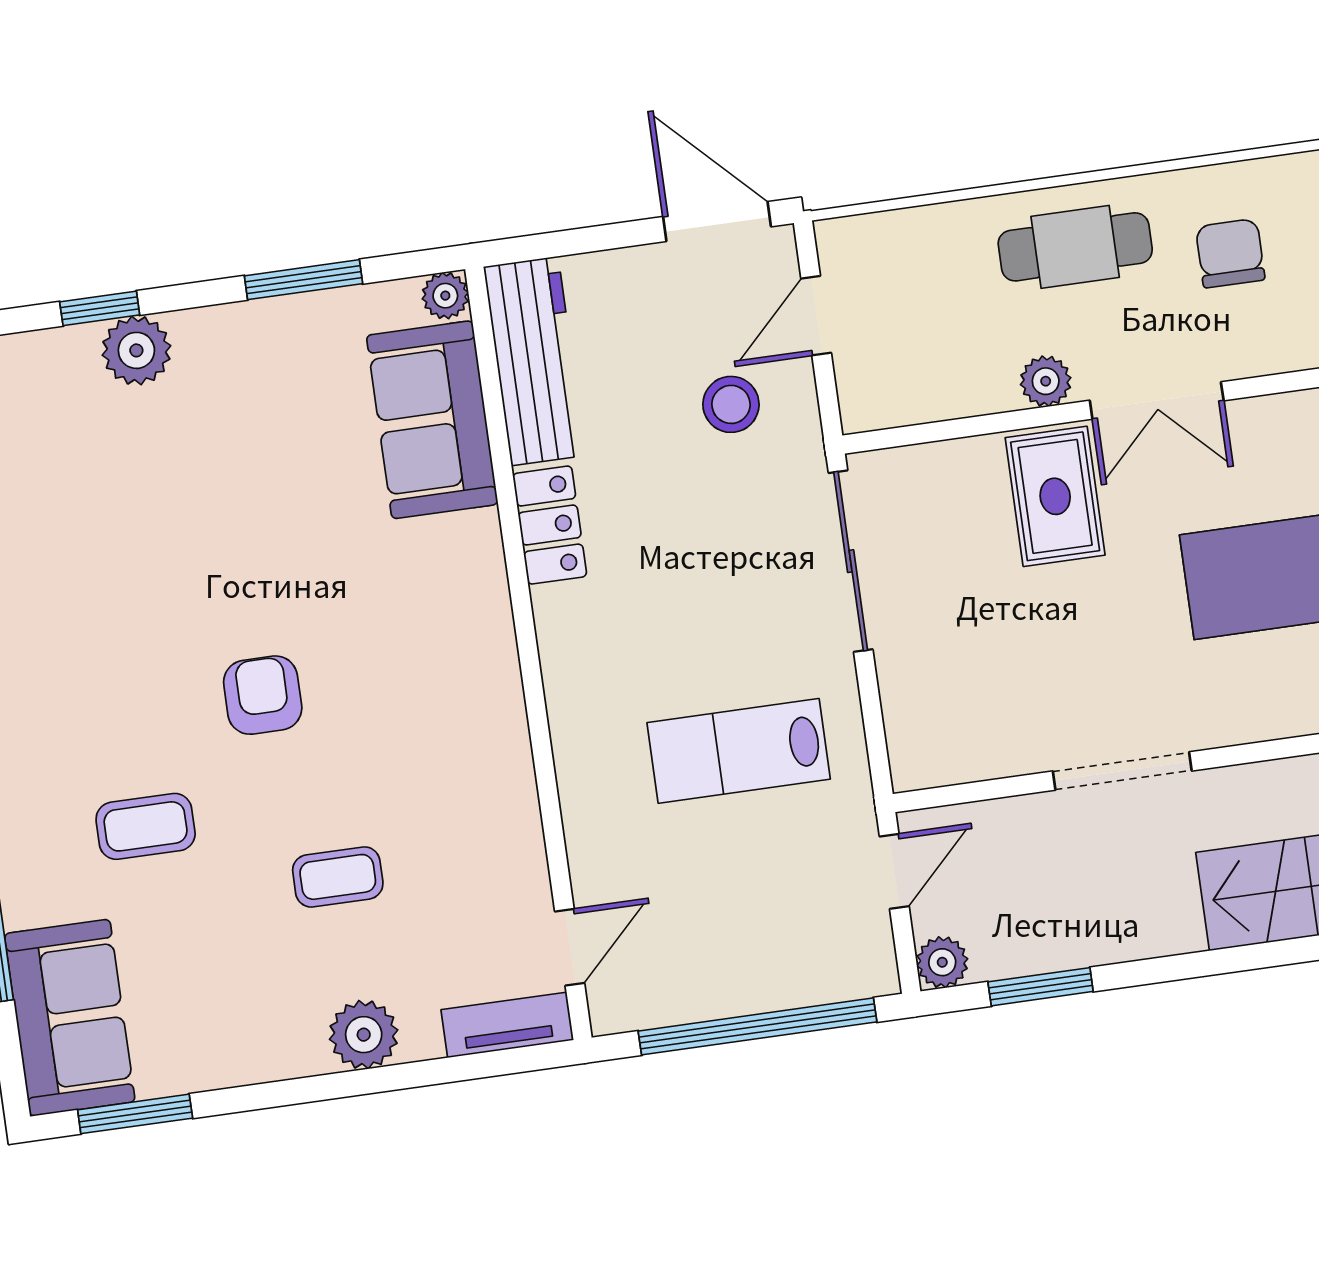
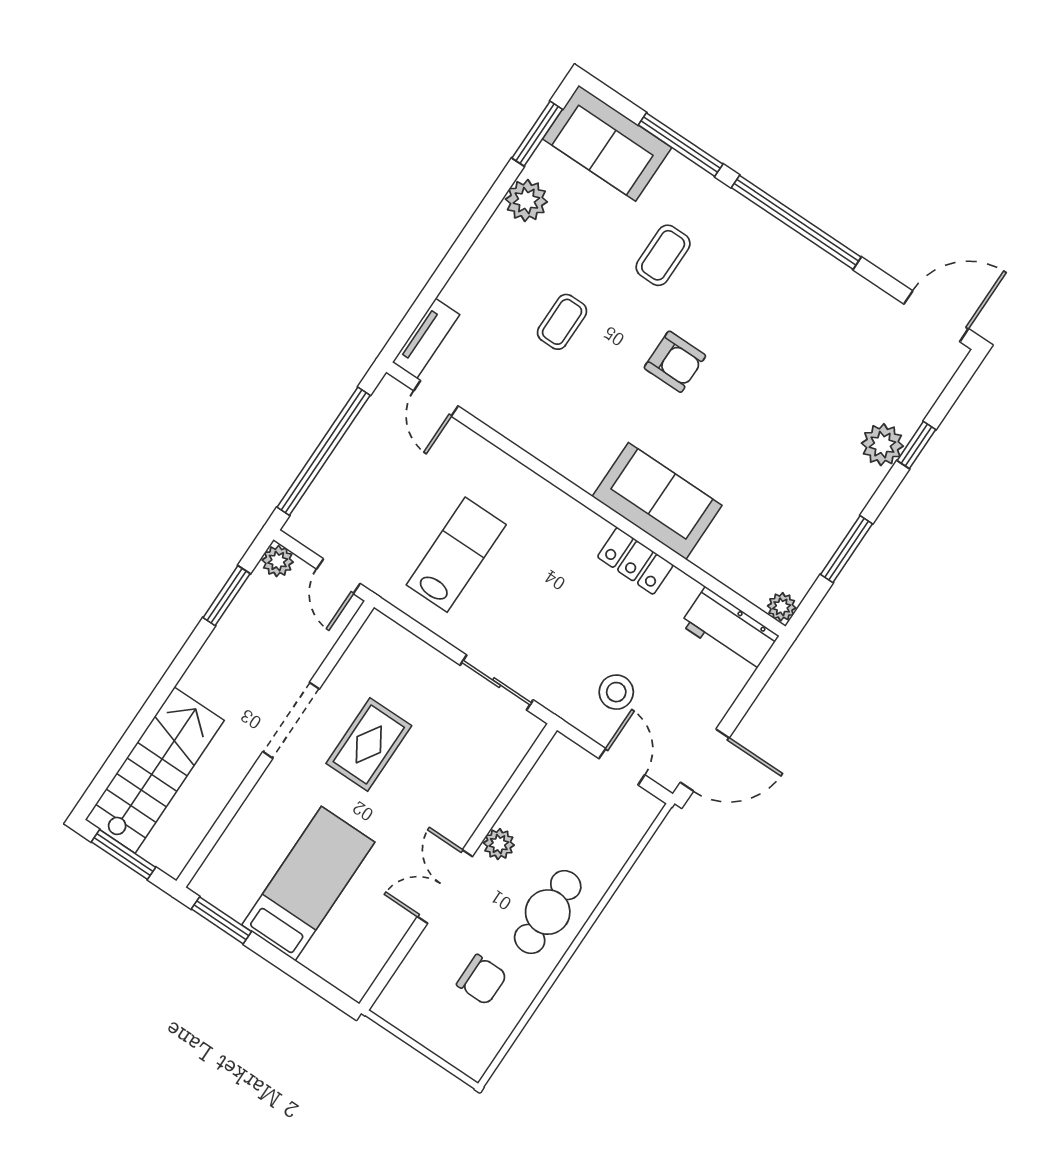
workbench: (535, 361) -> (730, 630), width x0.73
sofa: (432, 420) -> (657, 501), moved
rug: (1055, 496) -> (369, 744), moved, turned 90
sliding door: (851, 561) -> (497, 683), width x0.73
plant: (364, 1035) -> (526, 201), moved

